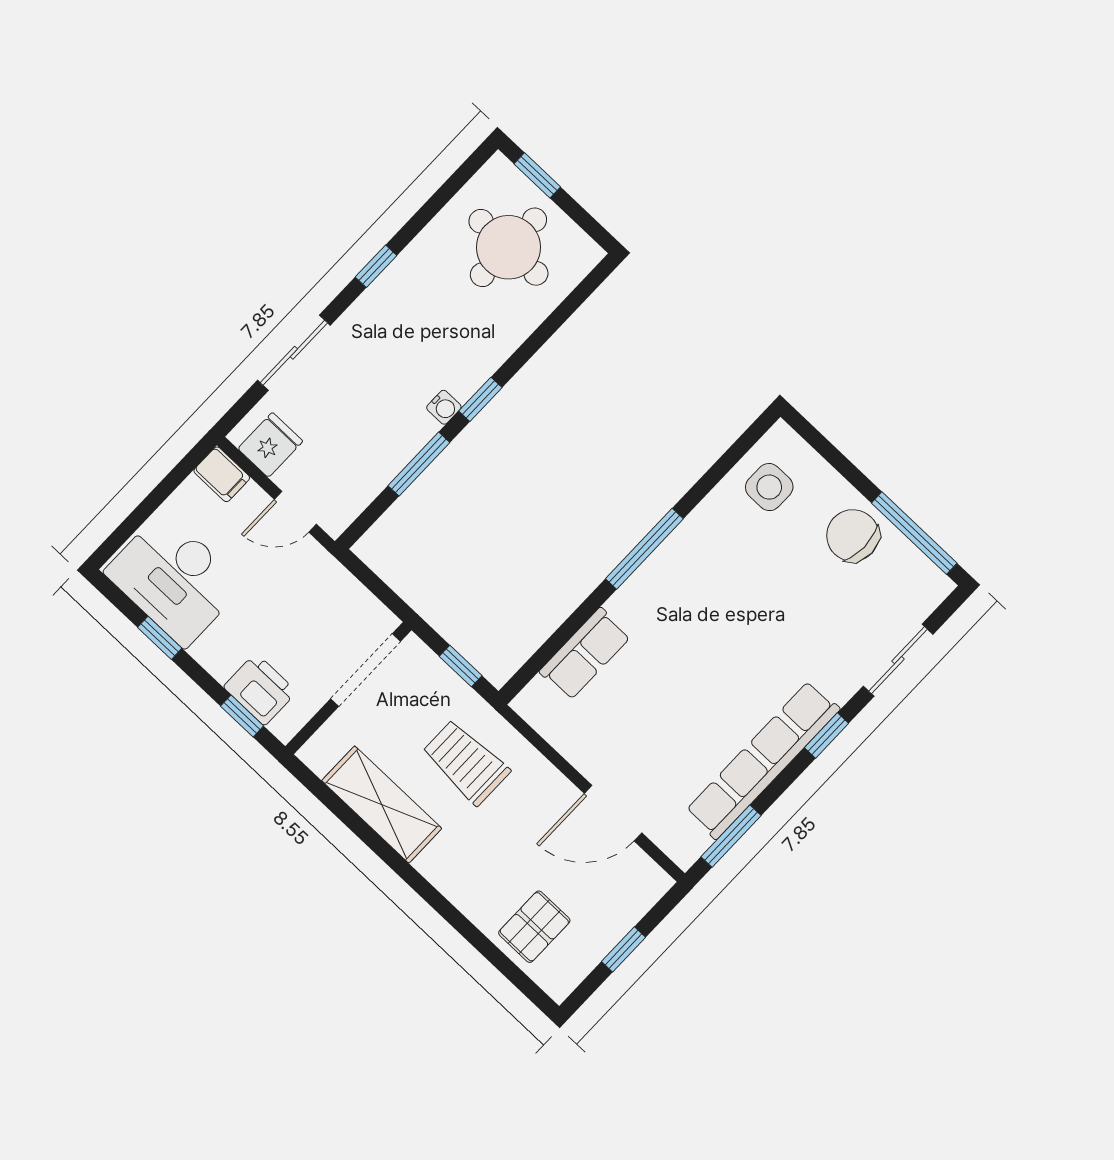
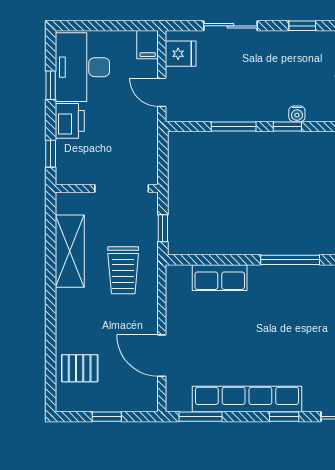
water cooler: (444, 407) -> (297, 114), moved
printer: (260, 689) -> (70, 121), moved
trolley: (466, 762) -> (123, 270), turned 180

